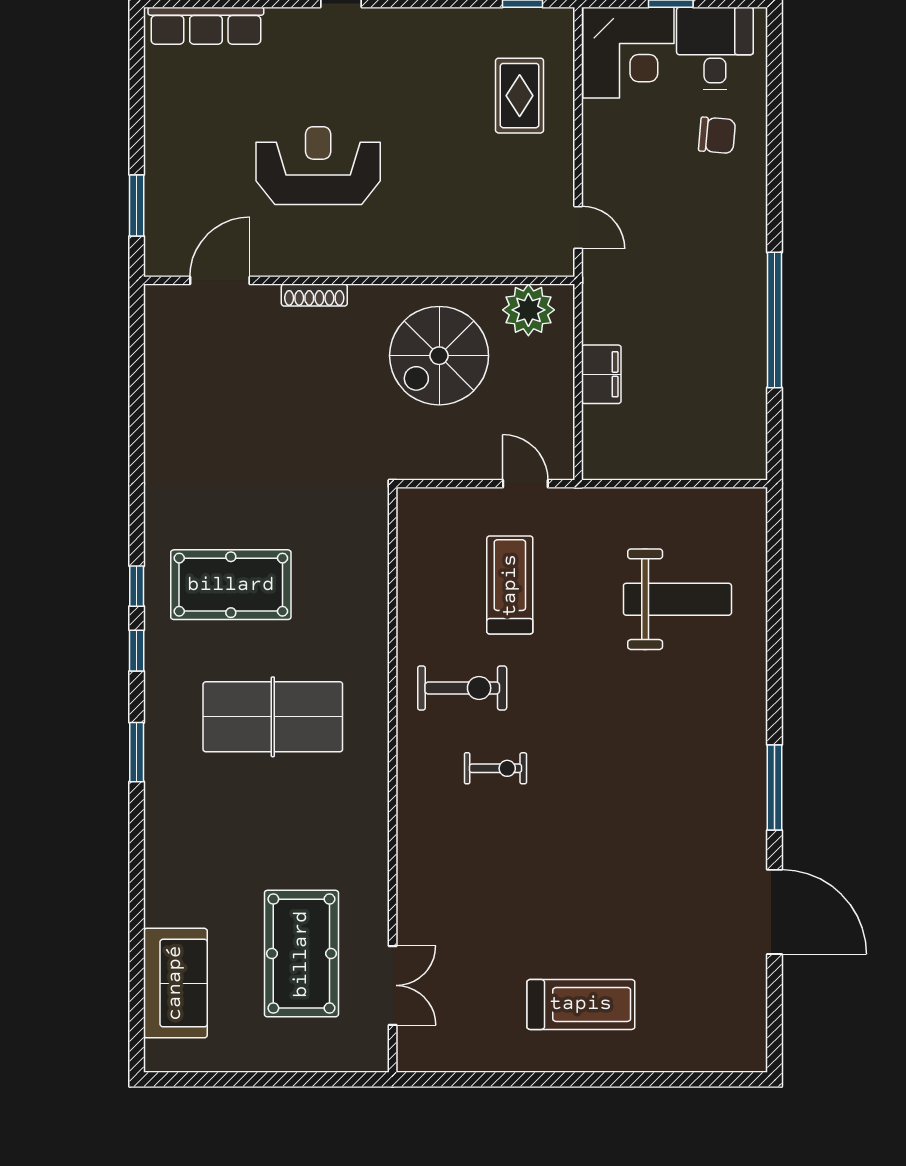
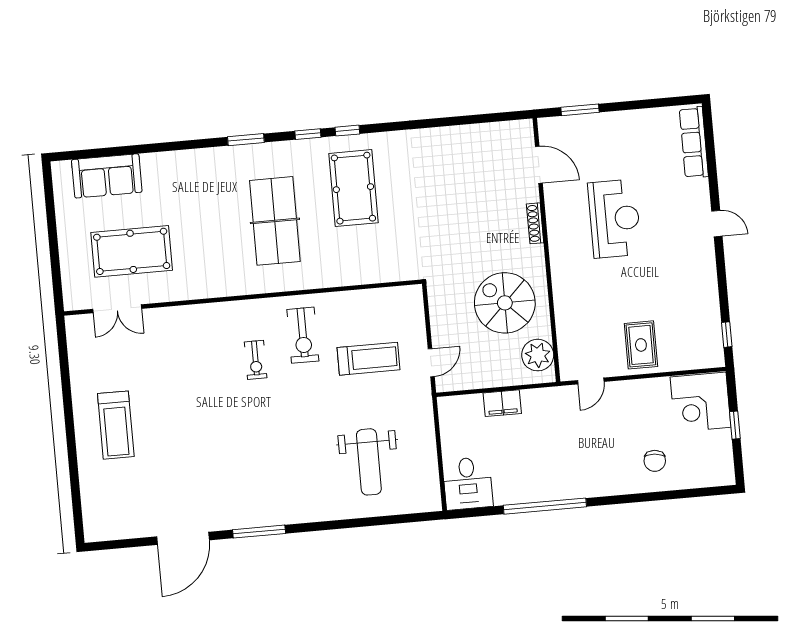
desk: (715, 48) -> (468, 483), moved, turned 90
rug: (520, 96) -> (641, 345), moved, turned 90

